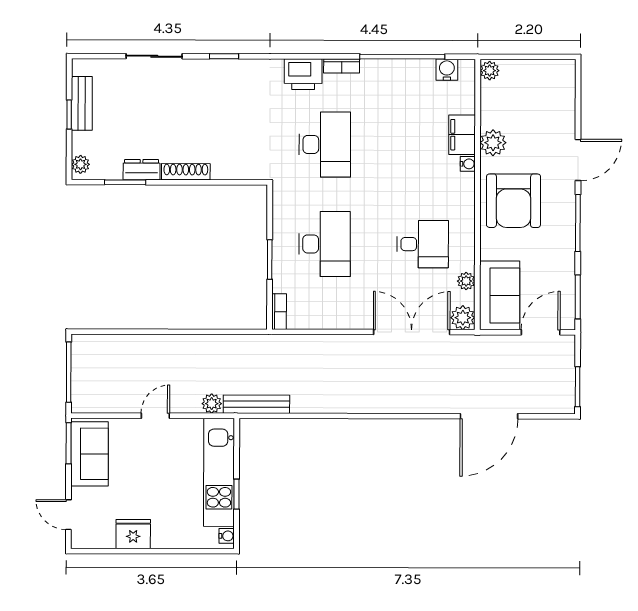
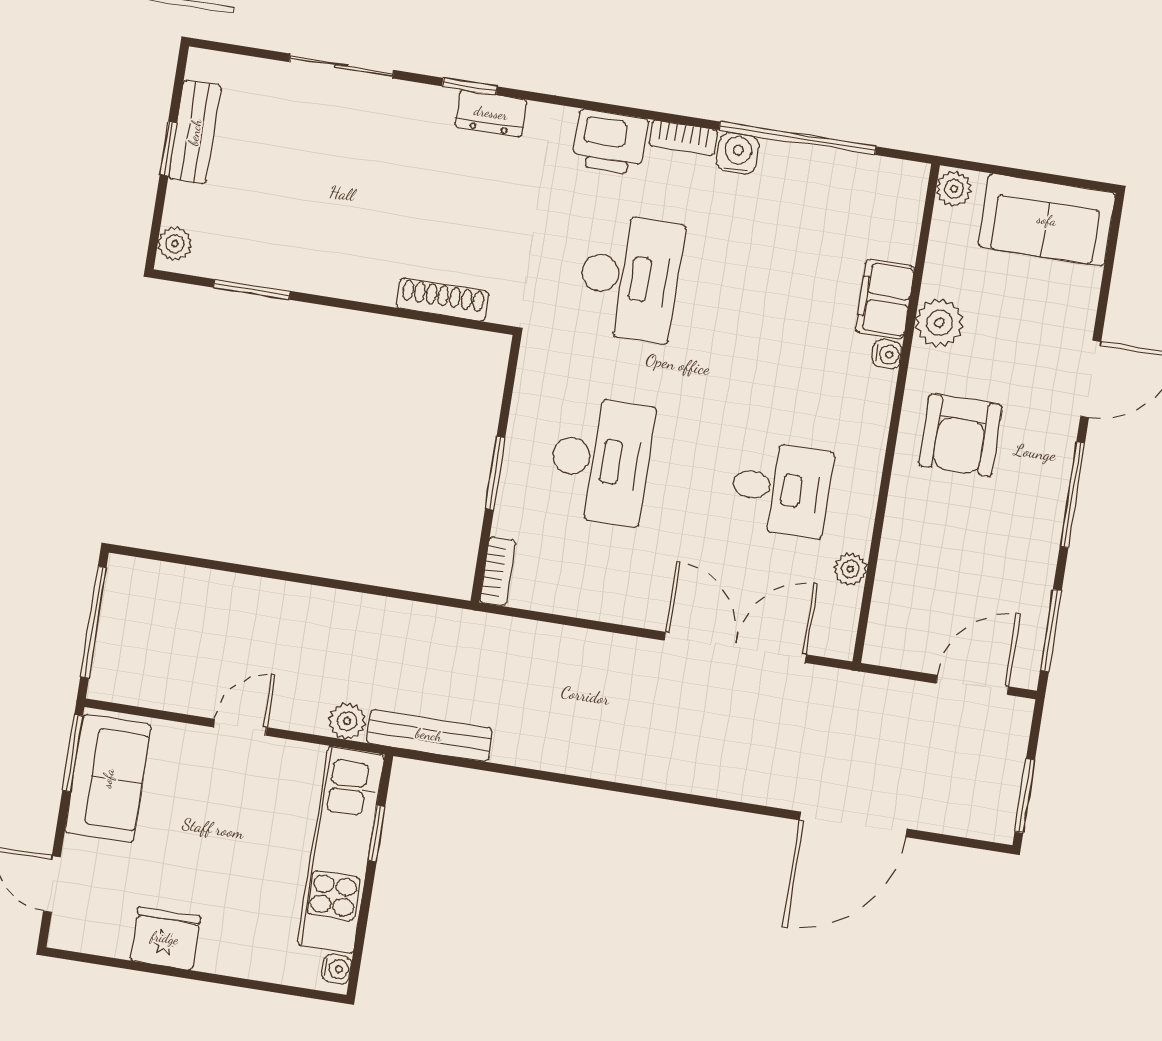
water cooler: (447, 70) -> (738, 153), moved
dresser: (142, 170) -> (491, 113), moved, turned 180
shoe rack: (186, 172) -> (443, 300), moved
armchair: (513, 201) -> (960, 435), width x0.73, depth x0.73
sofa: (500, 295) -> (1047, 220), moved, turned 90
plant: (463, 318) -> (834, 636), removed
window: (237, 494) -> (377, 833), moved

